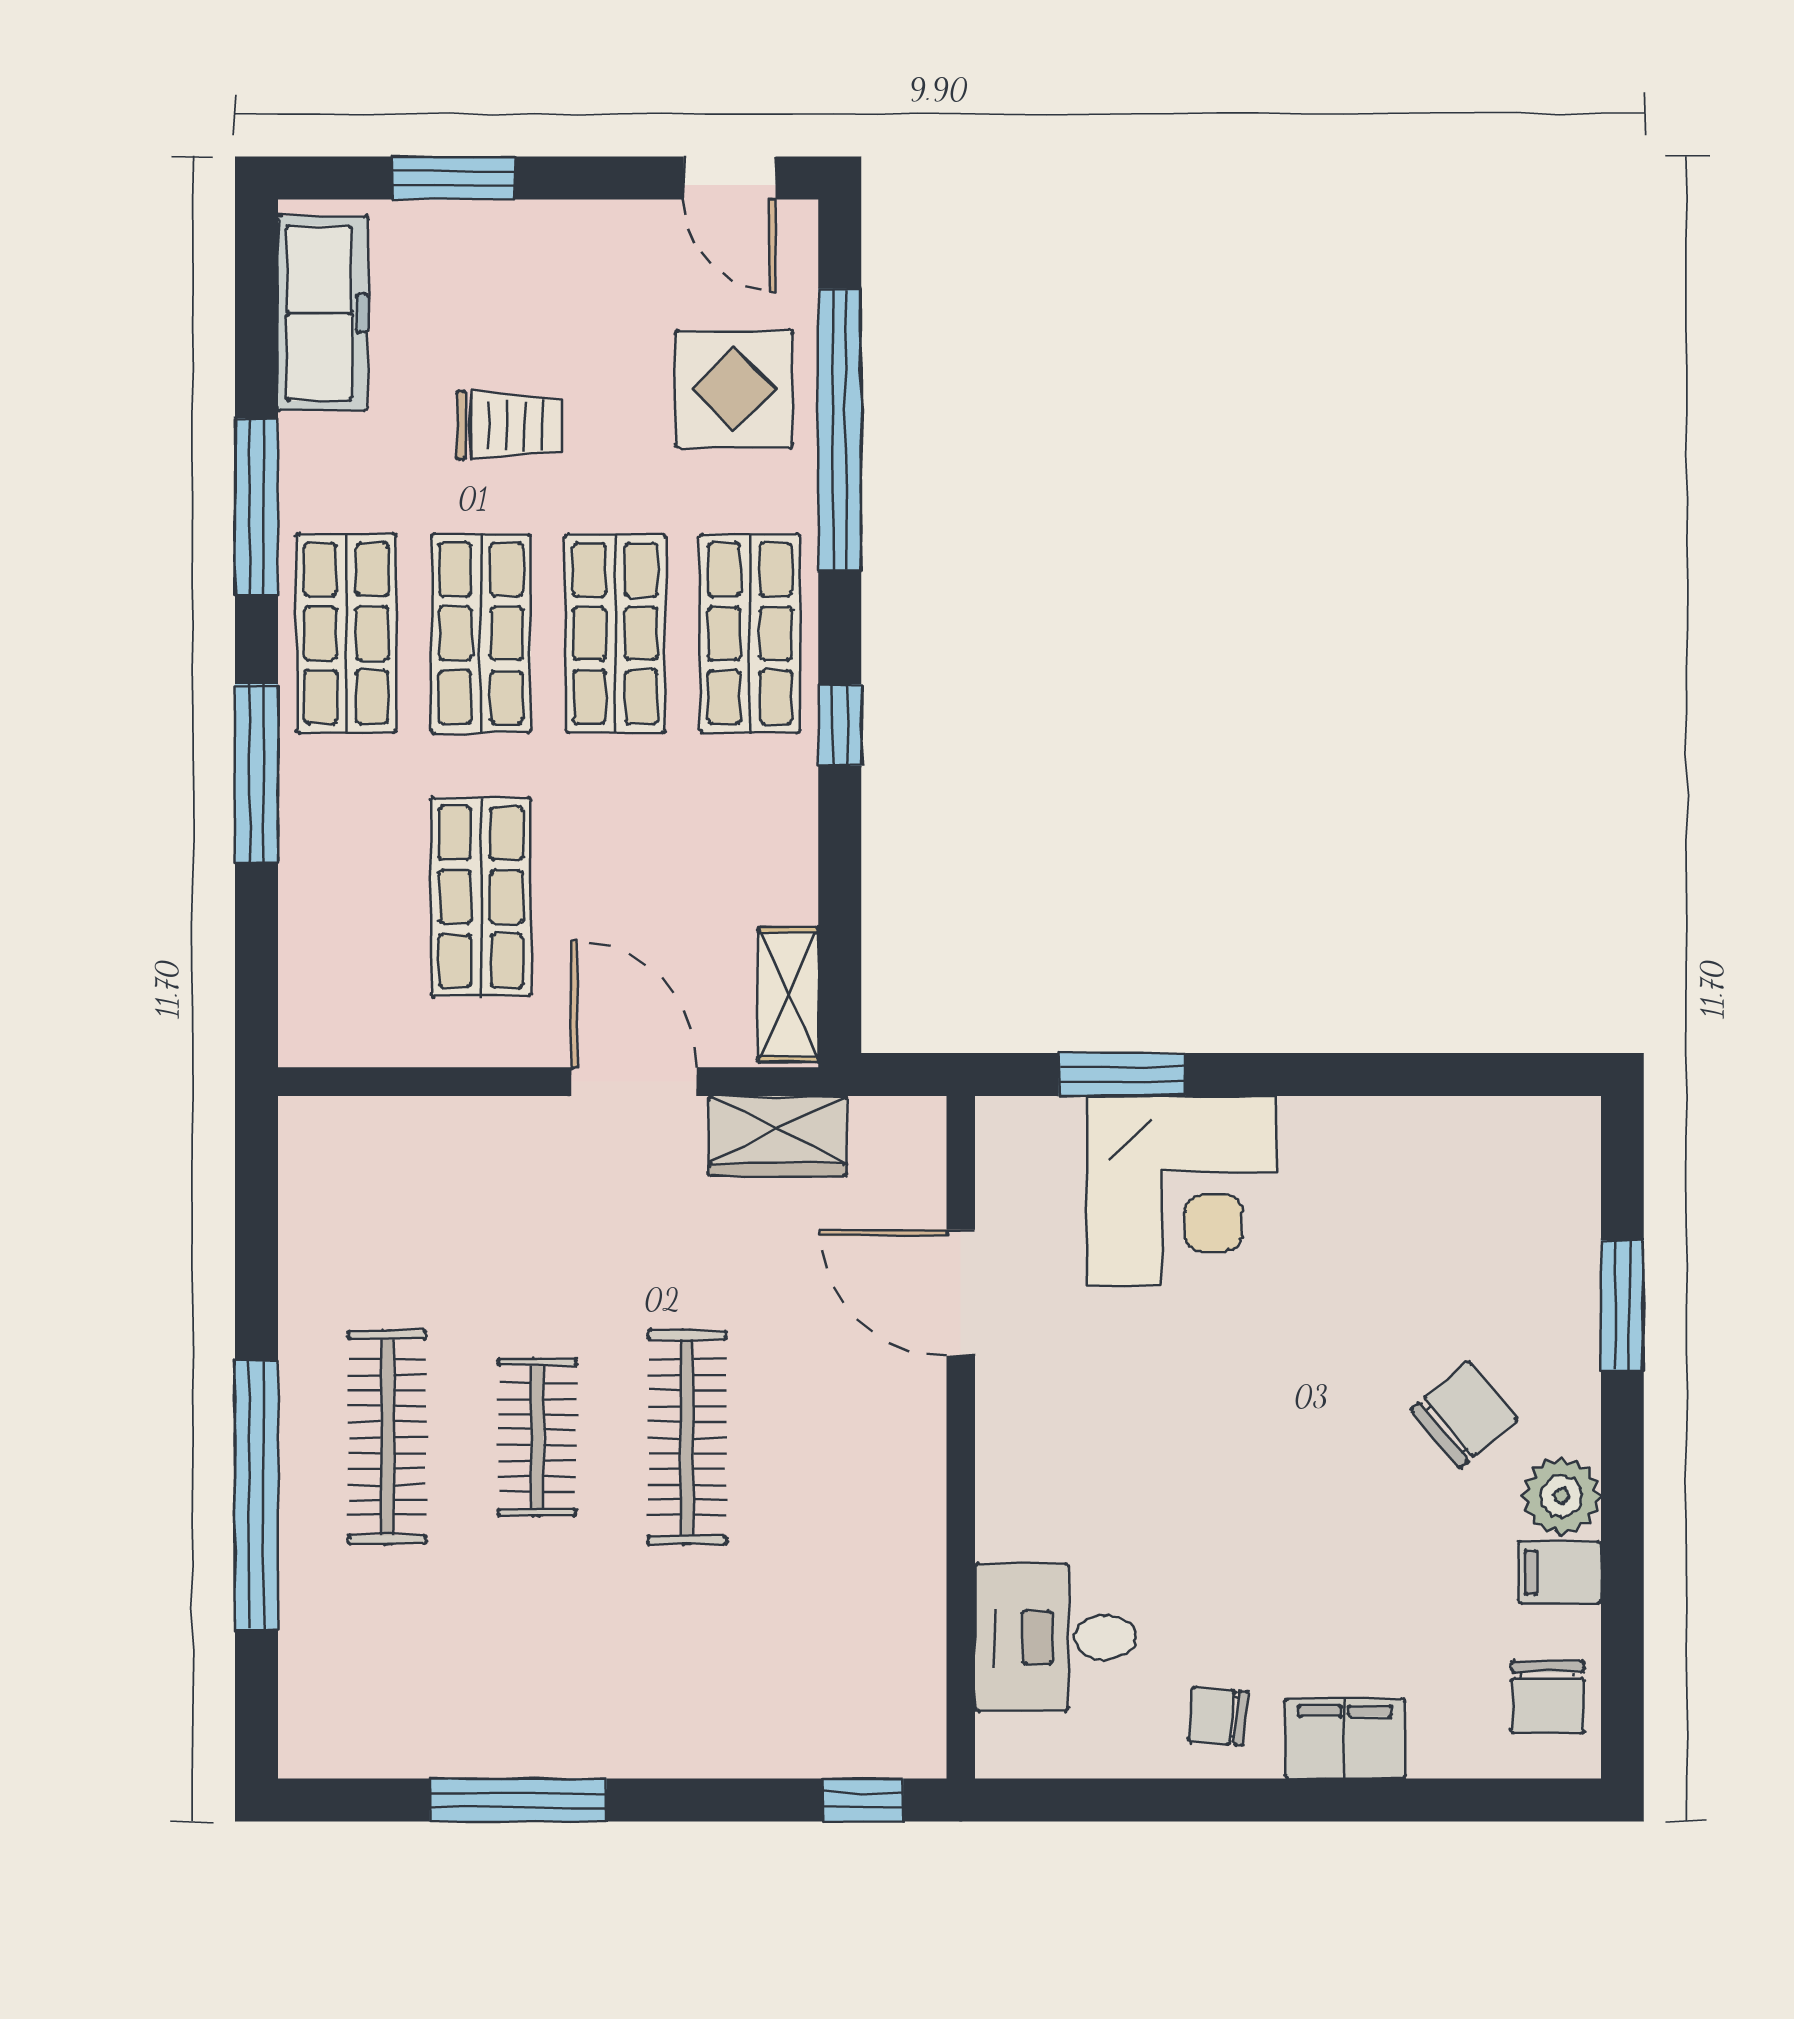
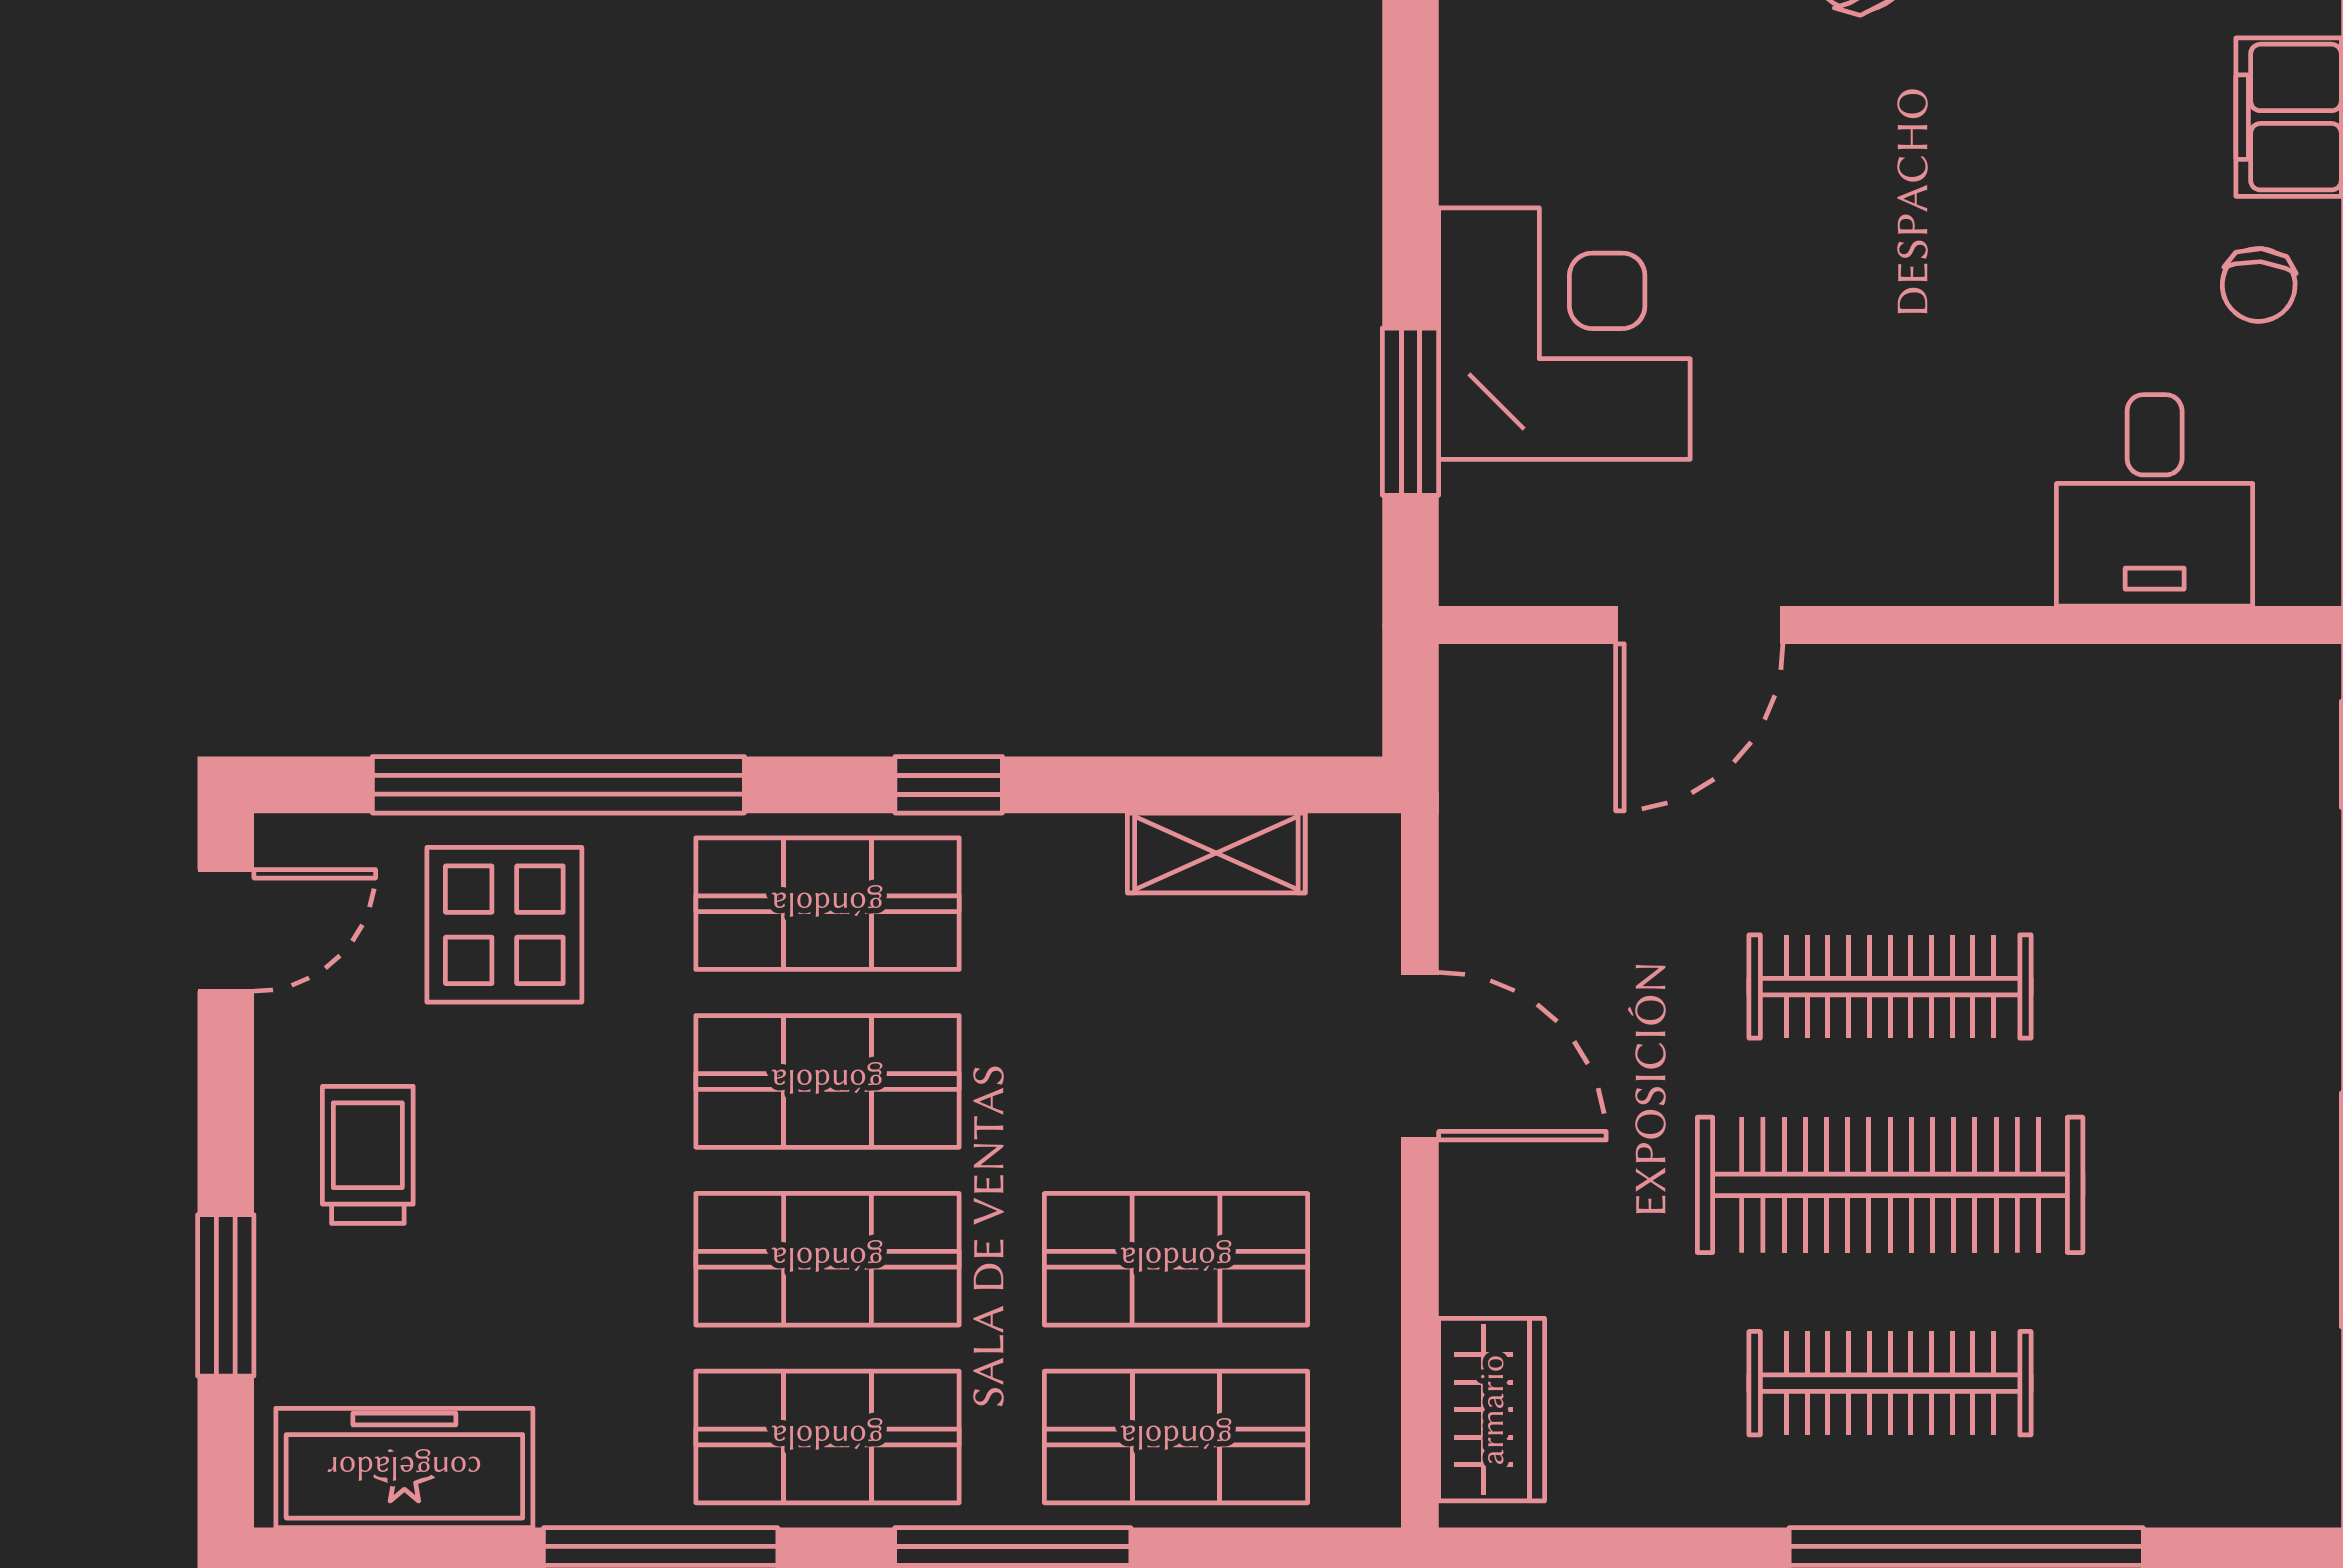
trolley: (509, 425) -> (368, 1155), moved
shop shelf: (346, 897) -> (1176, 1437), added
shelving: (788, 995) -> (1216, 853), moved
door: (635, 1082) -> (1420, 1056), swing flipped
wardrobe: (778, 1136) -> (1492, 1410), moved
clothes rail: (537, 1437) -> (1890, 1185), width x1.86, depth x1.31

